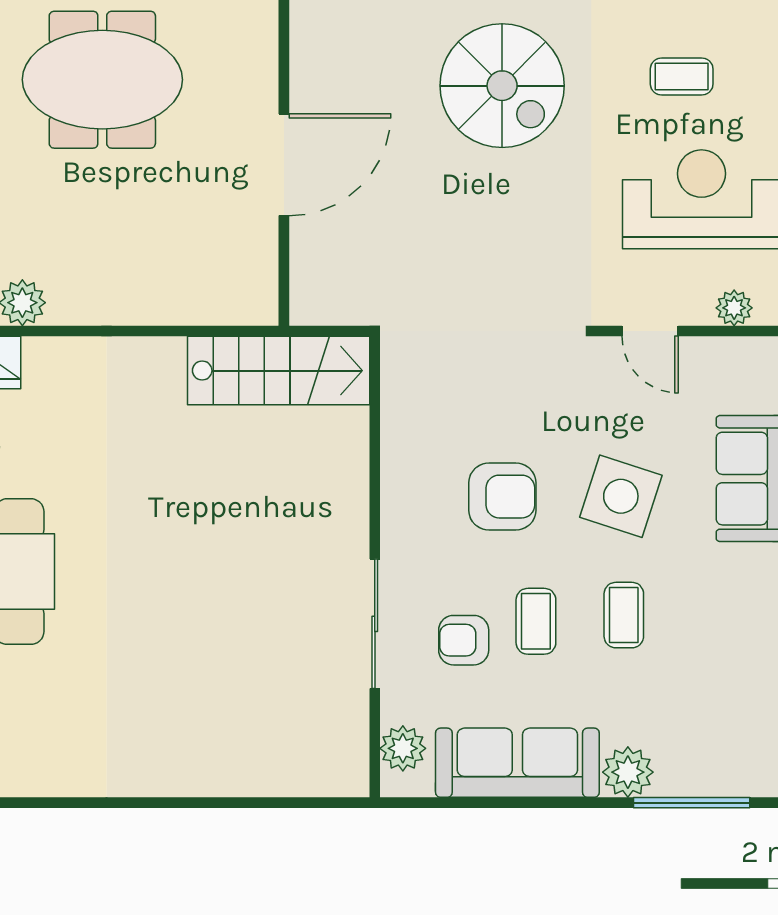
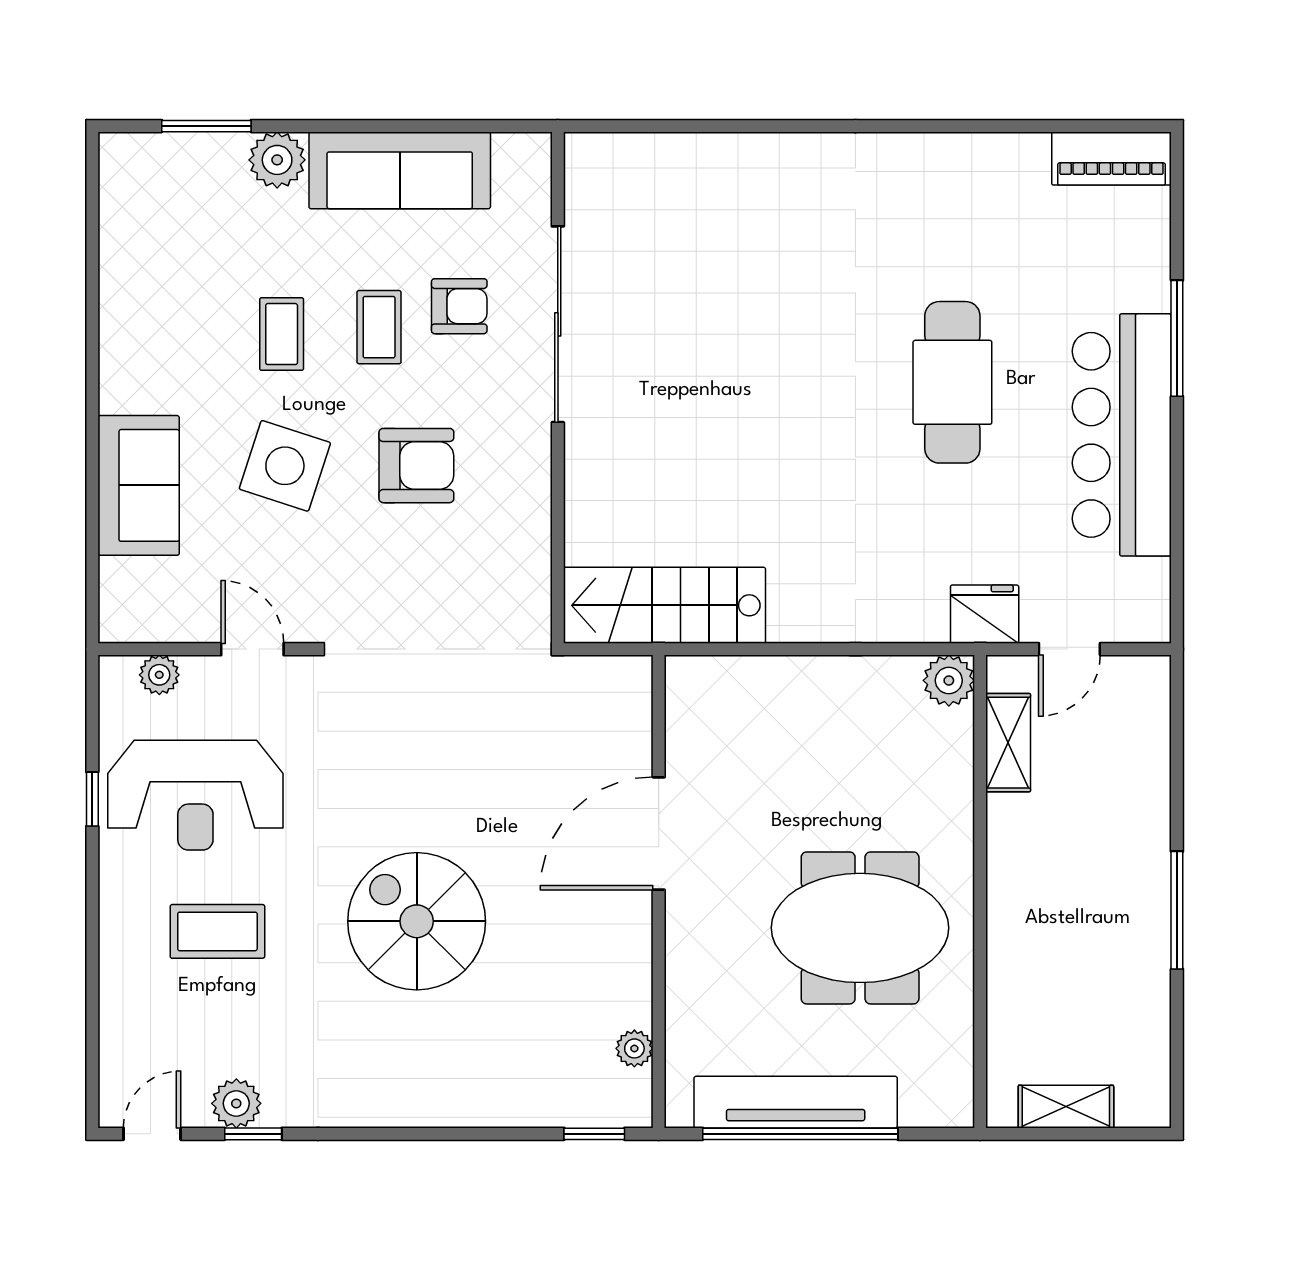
coffee table: (682, 76) -> (217, 931), width x1.36, depth x1.30
armchair: (502, 497) -> (416, 466), turned 180
sliding door: (375, 624) -> (558, 324), width x1.36
plant: (403, 748) -> (527, 186), removed
window: (692, 803) -> (206, 126), width x0.69

